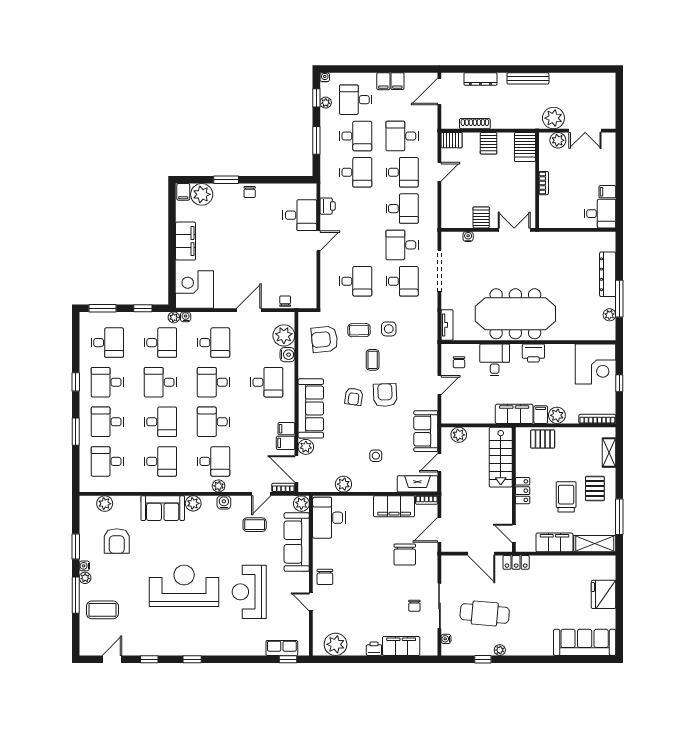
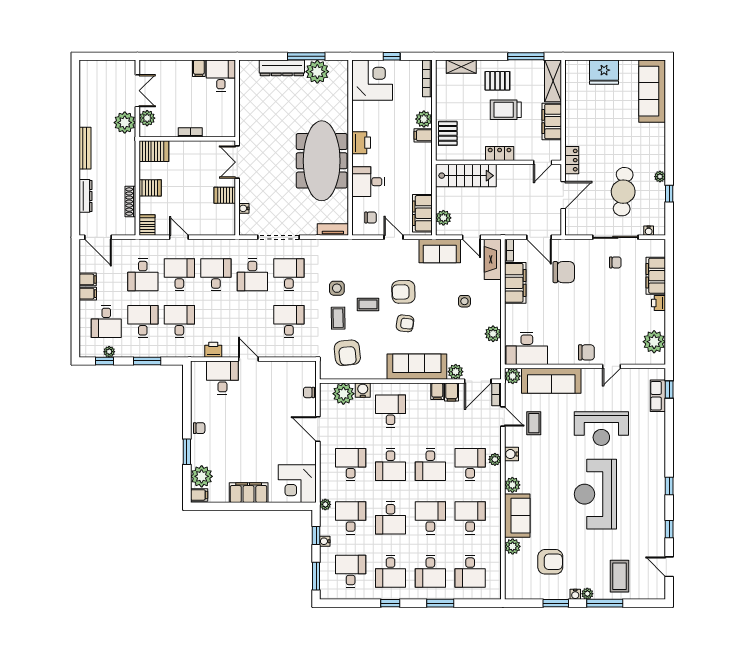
water cooler: (325, 77) -> (84, 353), removed
plant: (609, 315) -> (317, 72), width x1.88, depth x1.88
water cooler: (186, 317) -> (325, 541), moved
filing cabinet: (514, 414) -> (422, 213), moved
plant: (105, 504) -> (513, 546), moved

